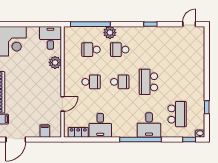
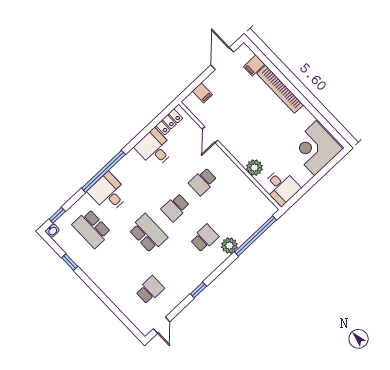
school desk: (91, 50) -> (150, 290), moved

